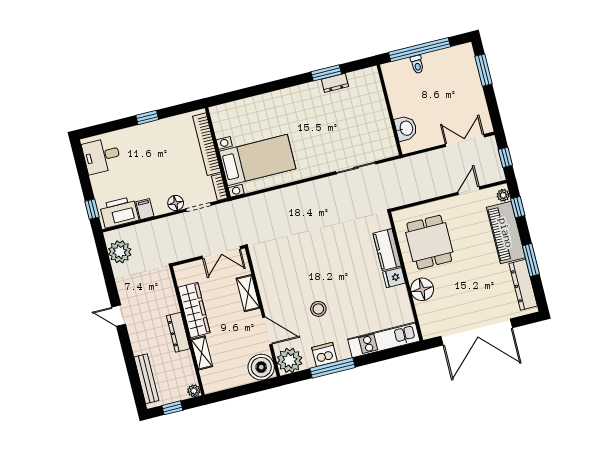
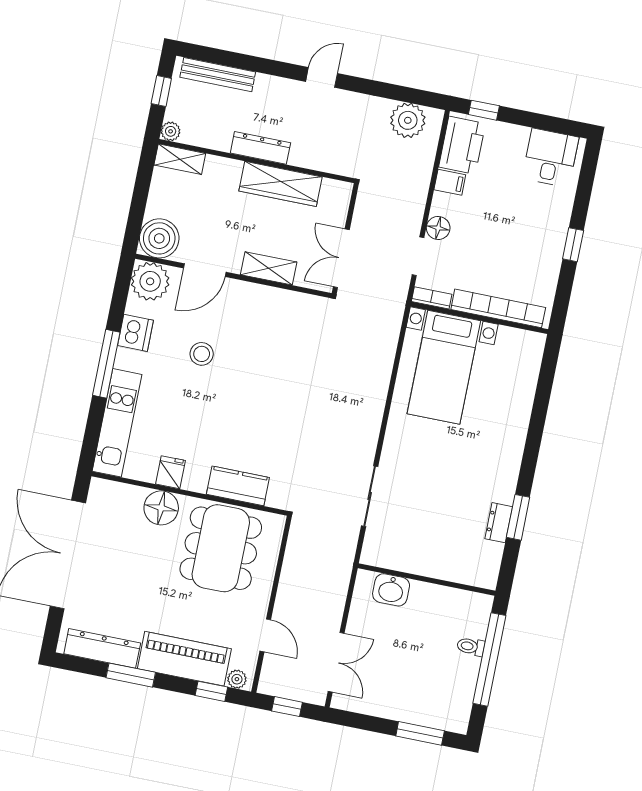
dining table: (429, 242) -> (221, 548), width x1.37
fridge: (394, 278) -> (170, 472), moved
shelving: (202, 353) -> (180, 159), moved
window: (332, 368) -> (106, 364), moved

